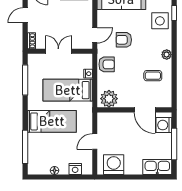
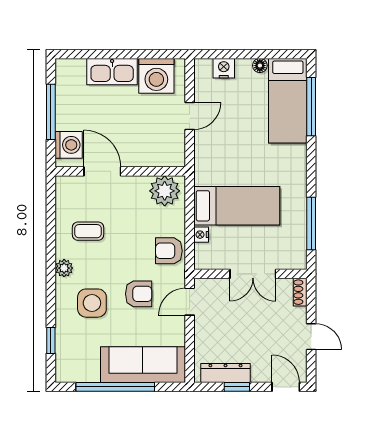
door: (25, 15) -> (311, 337), hinge flipped
side table: (160, 21) -> (92, 303), moved
bed: (52, 121) -> (288, 101), moved, turned -90
kitchen sink: (157, 167) -> (112, 72), moved

